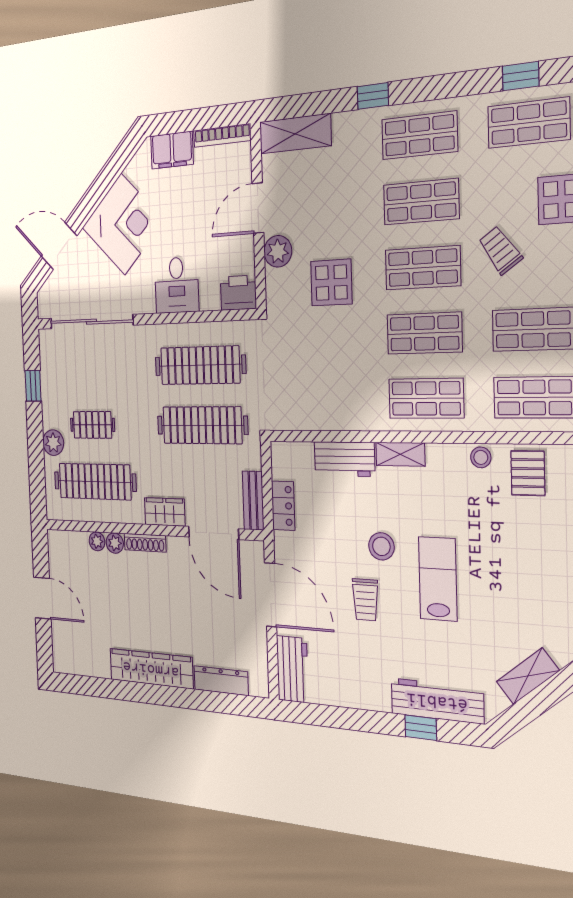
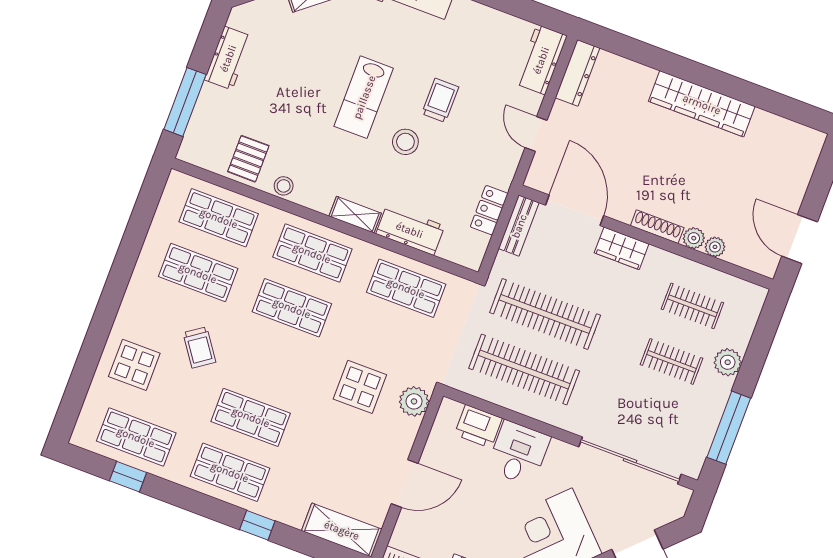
plant: (278, 251) -> (414, 401), moved
shop shelf: (423, 268) -> (406, 288), moved
printer: (238, 293) -> (478, 426), moved
window: (33, 386) -> (729, 428), width x2.17
clothes rail: (95, 482) -> (692, 306), width x0.54, depth x0.76
door: (271, 595) -> (536, 134), width x0.53
door: (42, 598) -> (800, 239), moved
dresser: (221, 681) -> (578, 73), moved, turned -90

